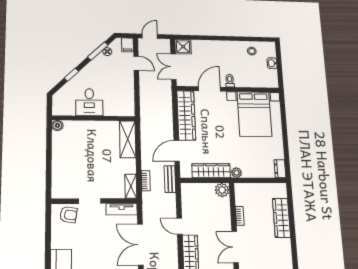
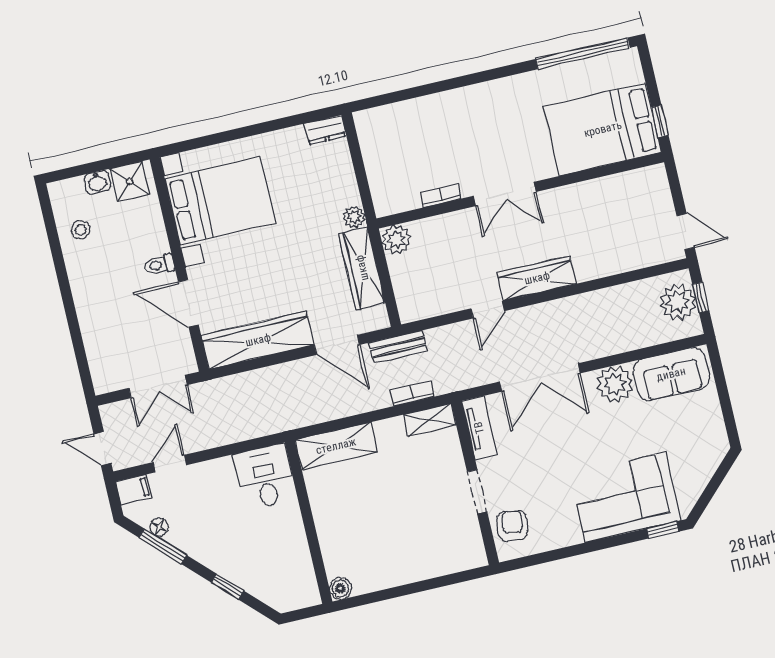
shower: (183, 47) -> (130, 181), moved
desk: (89, 102) -> (265, 477), moved, turned -90
wardrobe: (281, 218) -> (426, 111), removed

